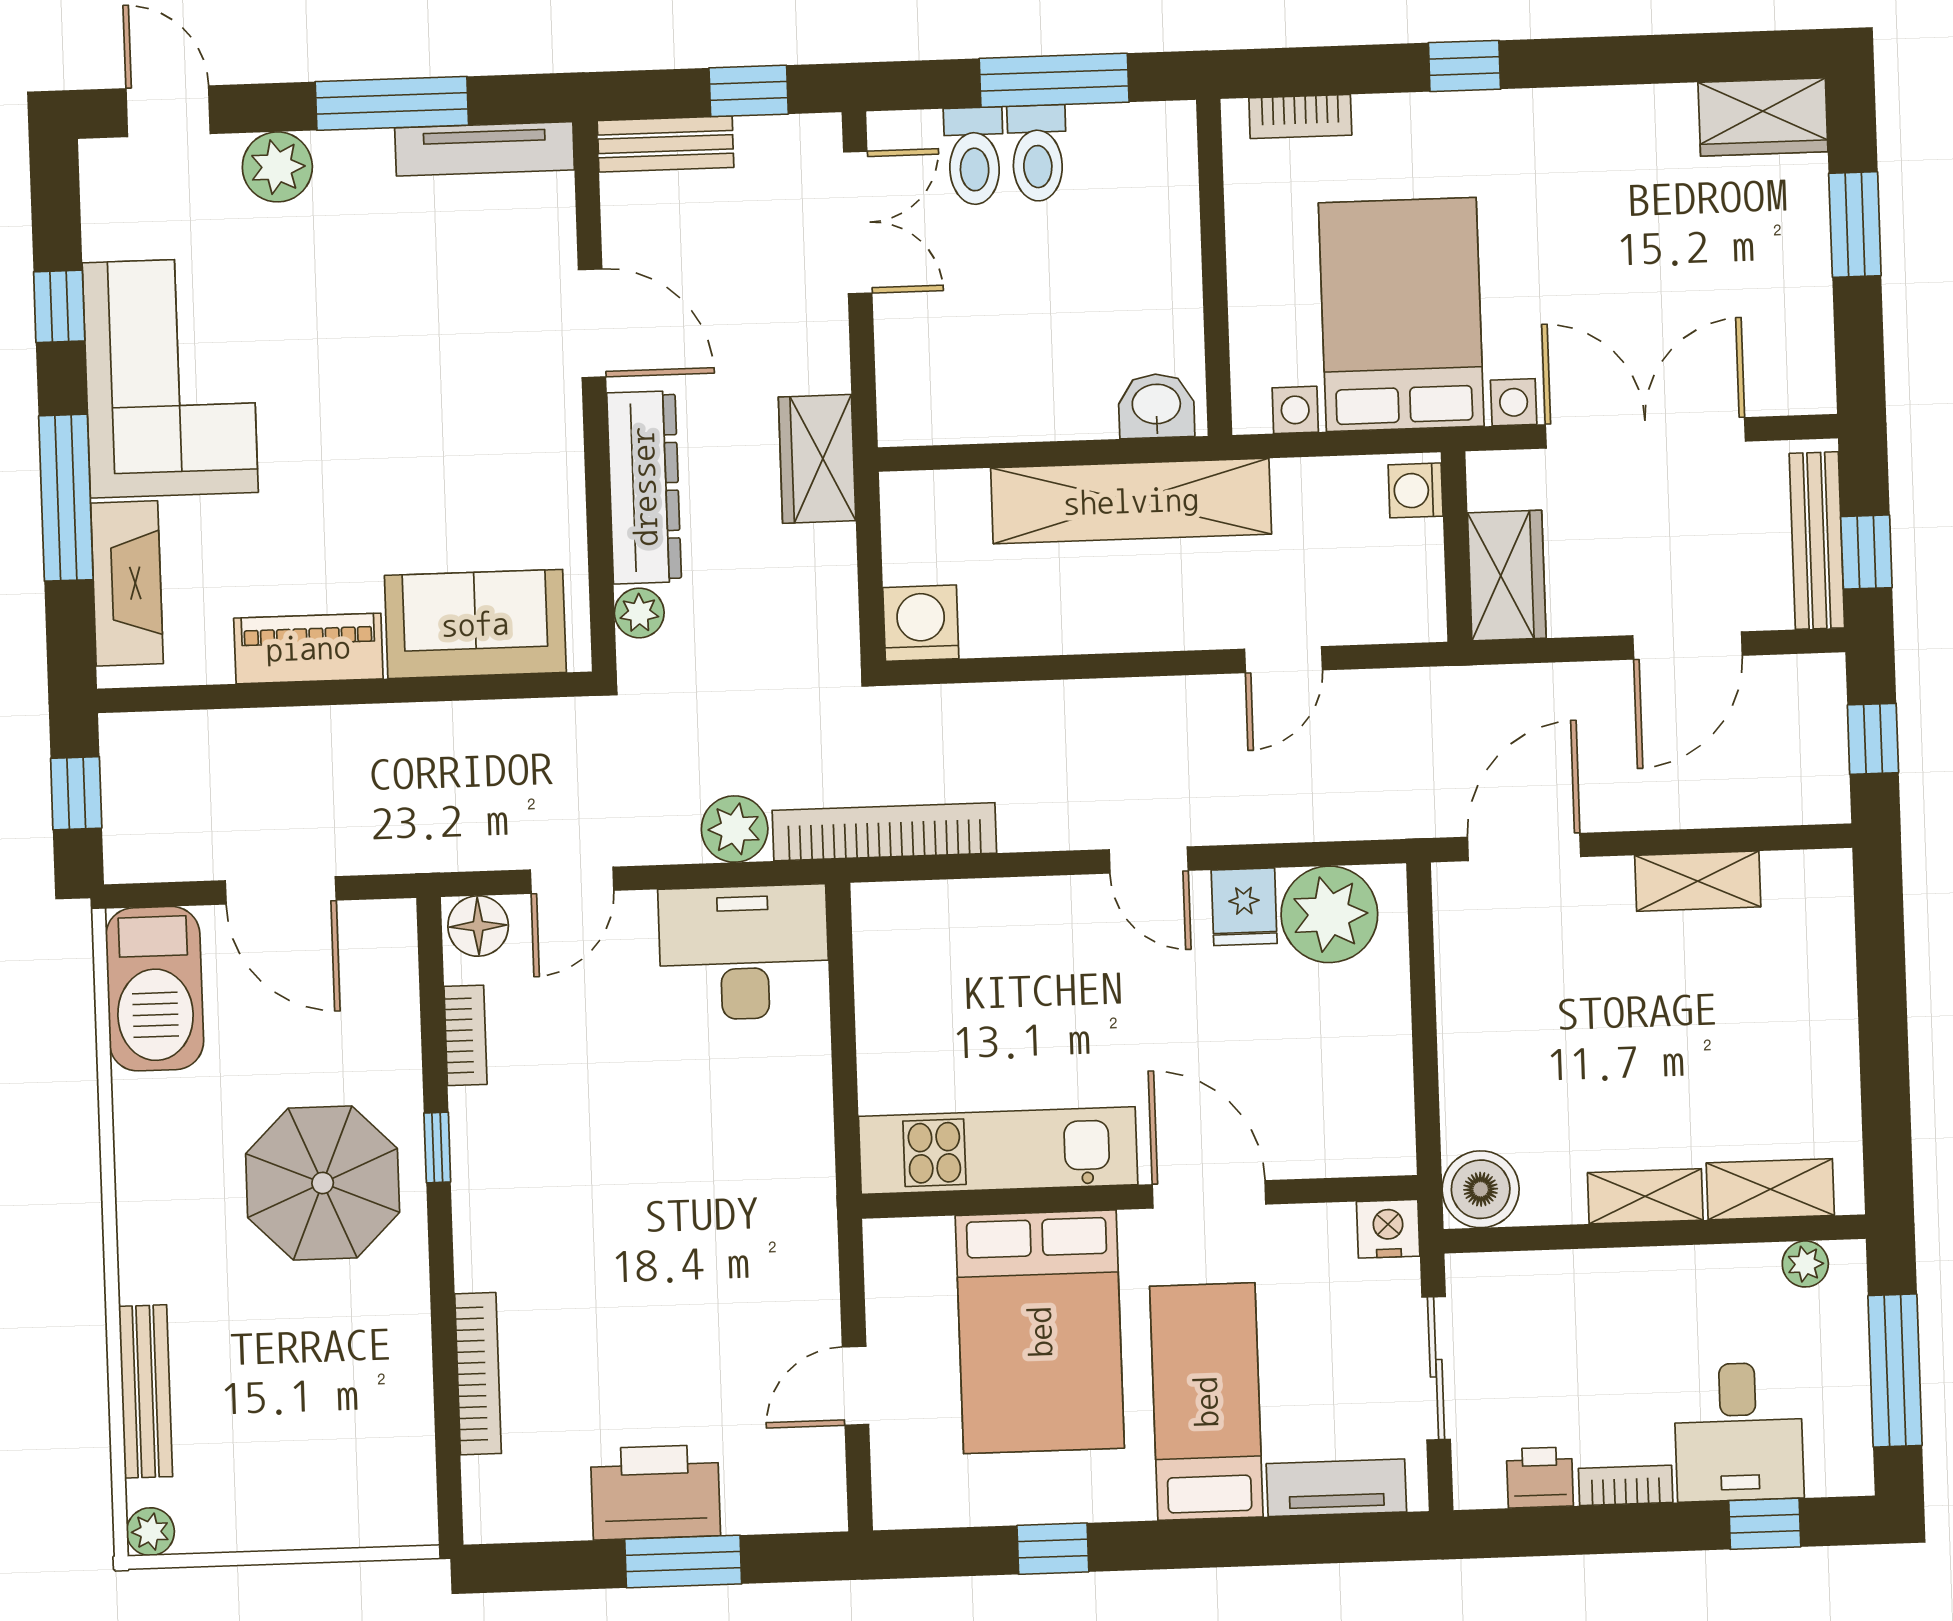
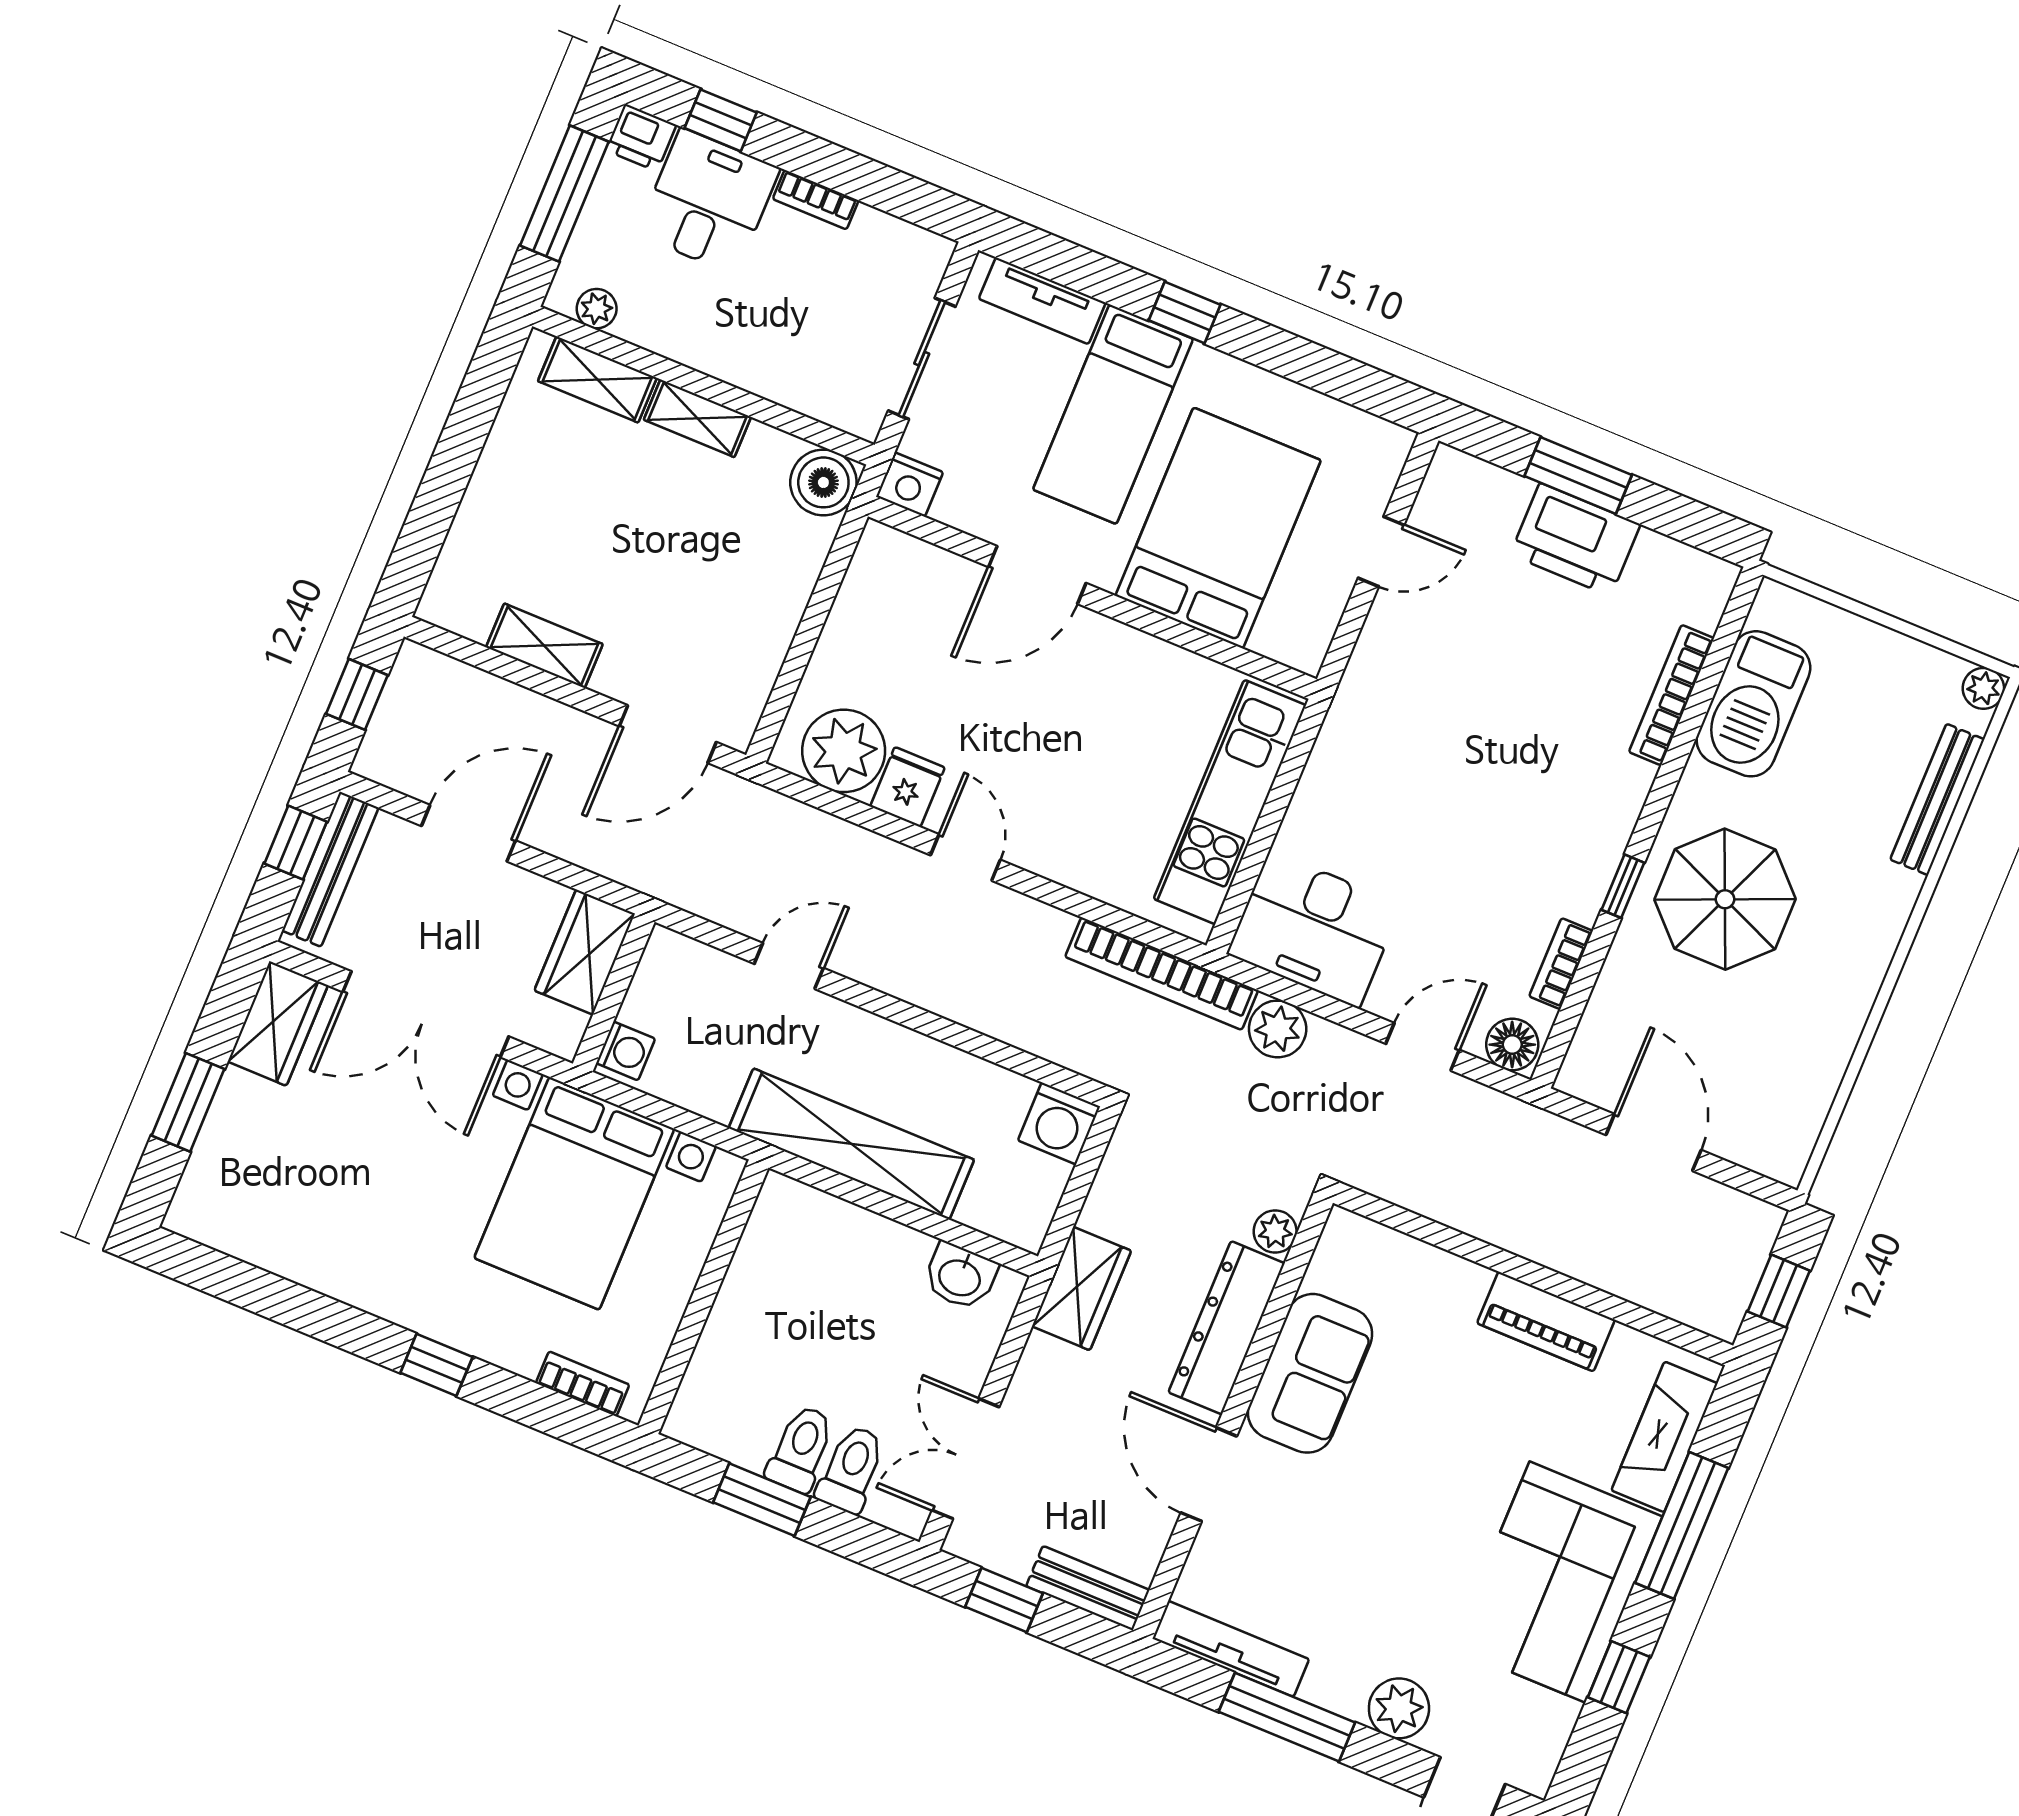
window: (1054, 80) -> (762, 1500), width x0.69
wardrobe: (1763, 117) -> (278, 1023), moved, turned 90
washbasin: (1156, 406) -> (960, 1276), moved
sofa: (475, 624) -> (1310, 1373), moved, turned -90
barbecue: (155, 989) -> (1753, 704), moved, turned 180
kitchen unit: (998, 1151) -> (1230, 802), moved, turned 90
door: (1209, 1194) -> (1037, 575), hinge flipped
printer: (1540, 1477) -> (641, 138), moved
window: (1053, 1549) -> (1185, 312), moved

